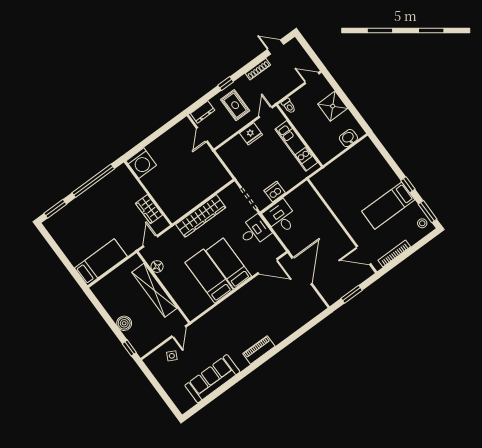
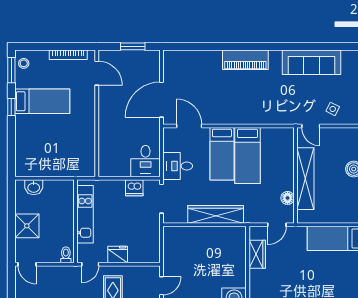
door: (179, 332) -> (311, 126), swing flipped
piano: (259, 350) -> (245, 60), width x1.37, depth x1.33

